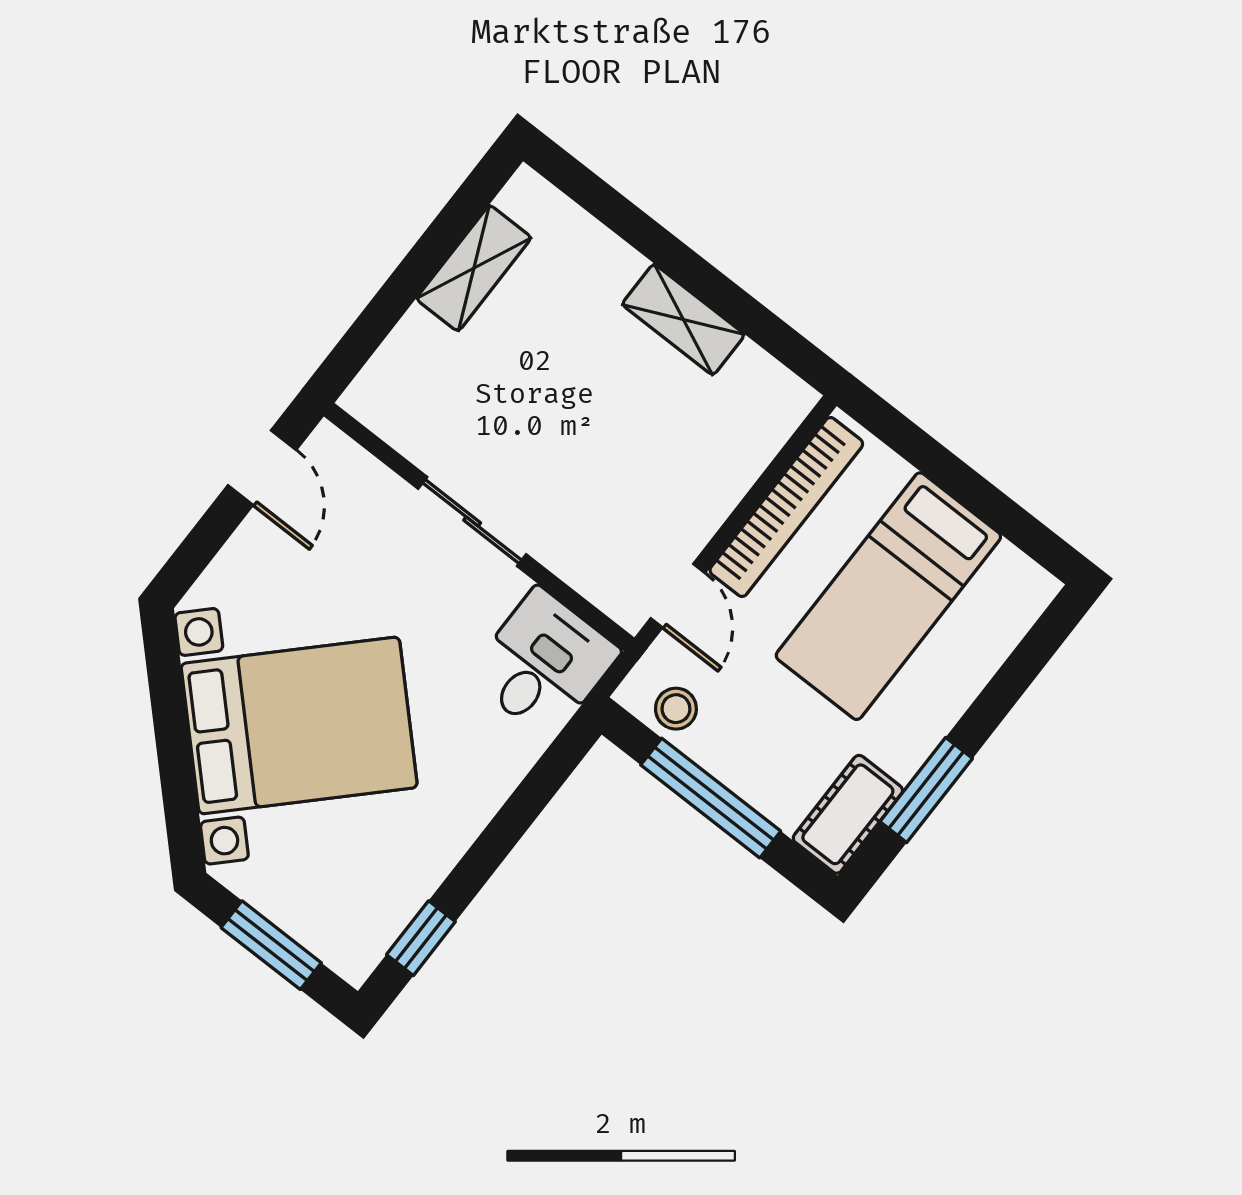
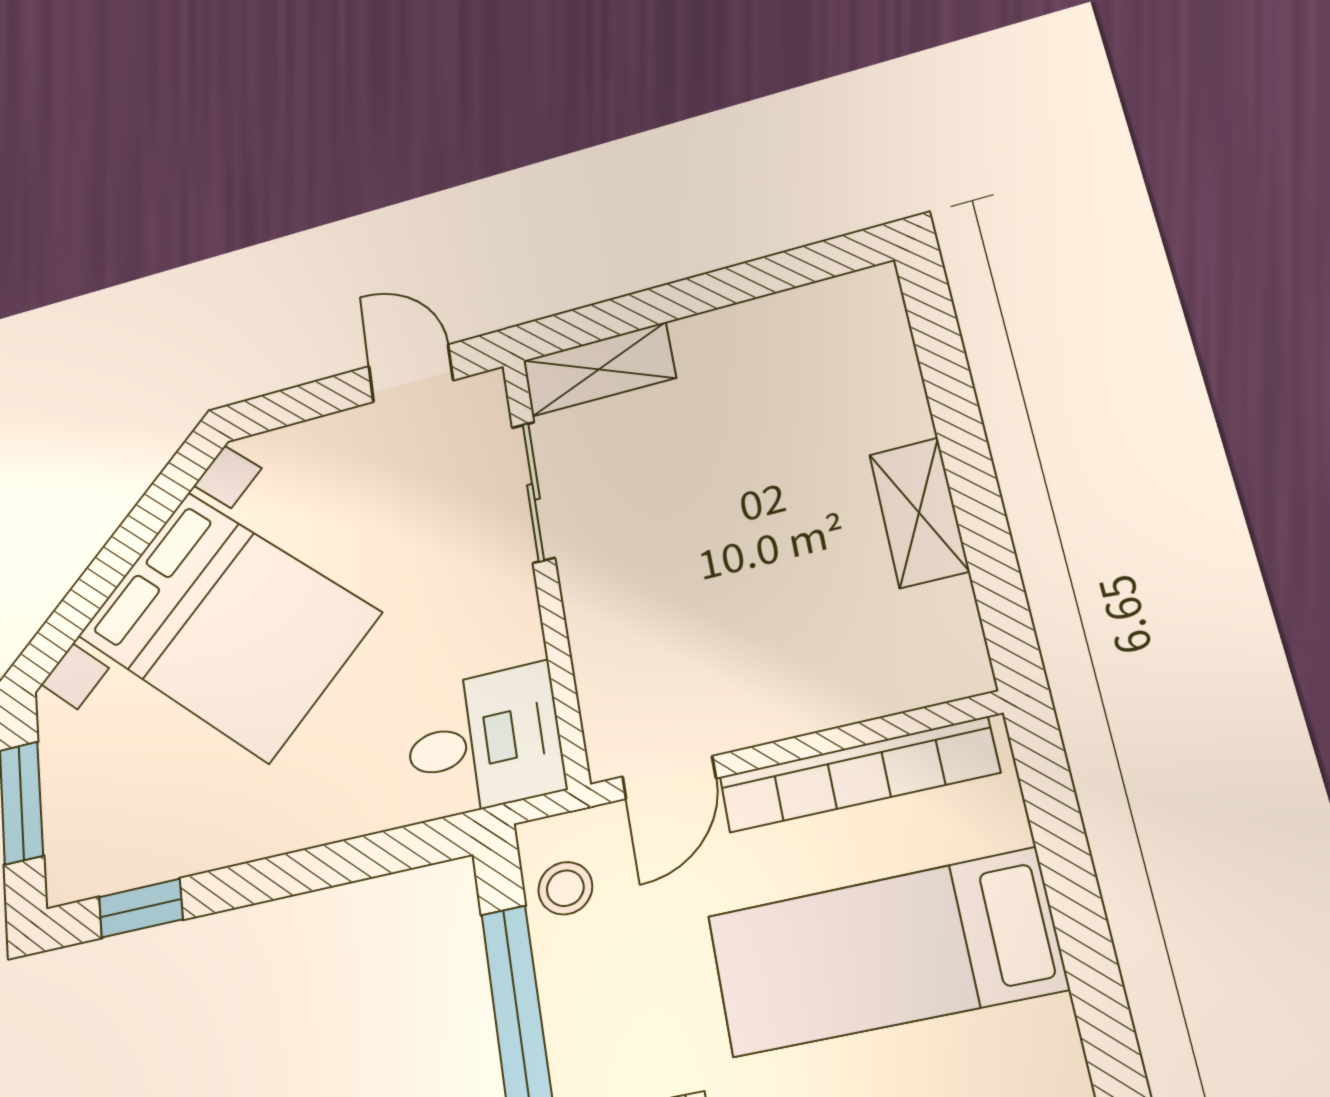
shelving: (474, 268) -> (599, 369), moved
door: (262, 468) -> (411, 373), swing flipped
sliding door: (472, 522) -> (533, 492), moved

